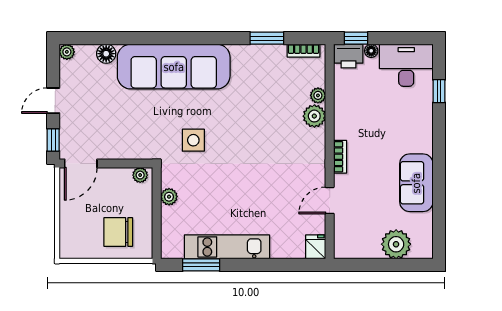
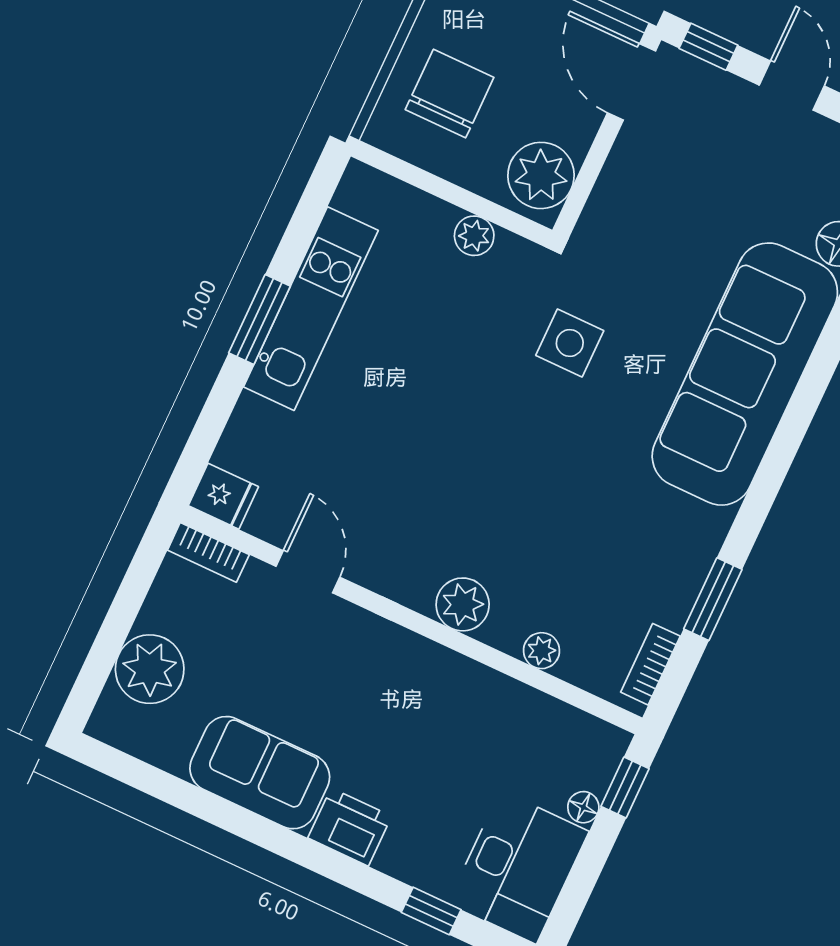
printer: (349, 56) -> (350, 827), moved, turned 90
plant: (314, 116) -> (463, 604), moved
bookcase: (340, 157) -> (208, 552), moved
plant: (140, 175) -> (541, 175), width x1.88, depth x1.88
window: (201, 265) -> (259, 319), moved

